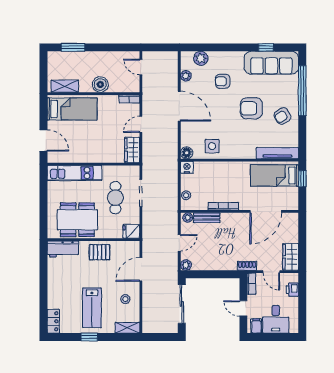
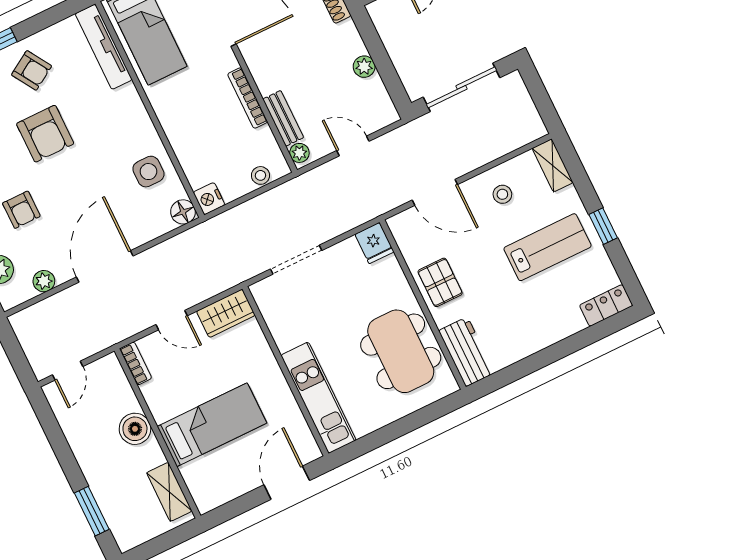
bed: (72, 109) -> (212, 425), moved, turned 90
cafe table: (115, 198) -> (327, 302), removed
plant: (186, 265) -> (364, 67), moved

